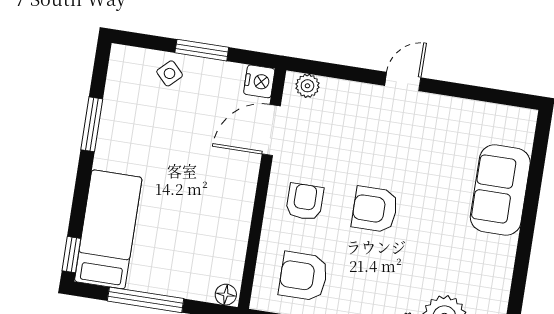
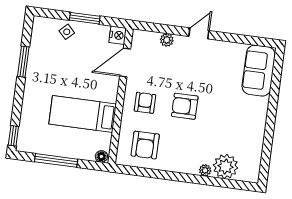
plant: (307, 86) -> (167, 40), moved
sofa: (500, 190) -> (259, 71), moved
bed: (108, 229) -> (83, 114), moved, turned -90
armchair: (303, 276) -> (145, 145), turned -90

